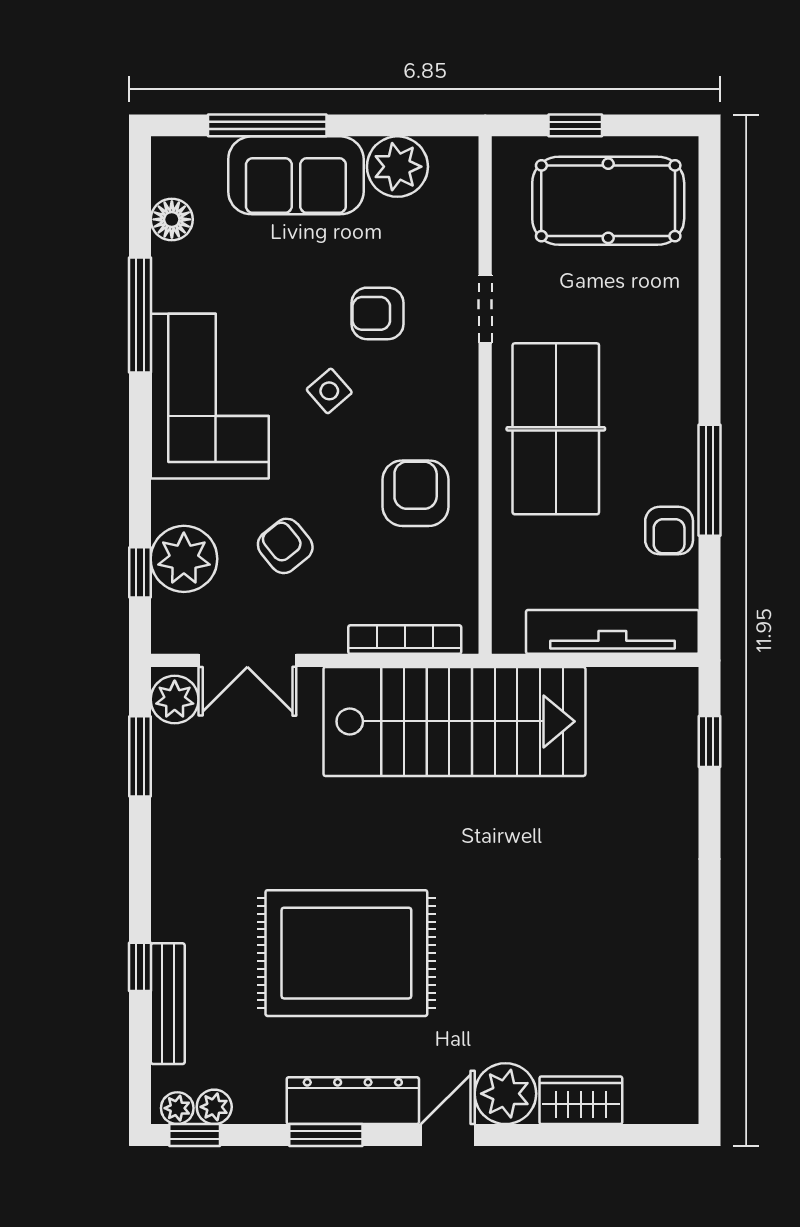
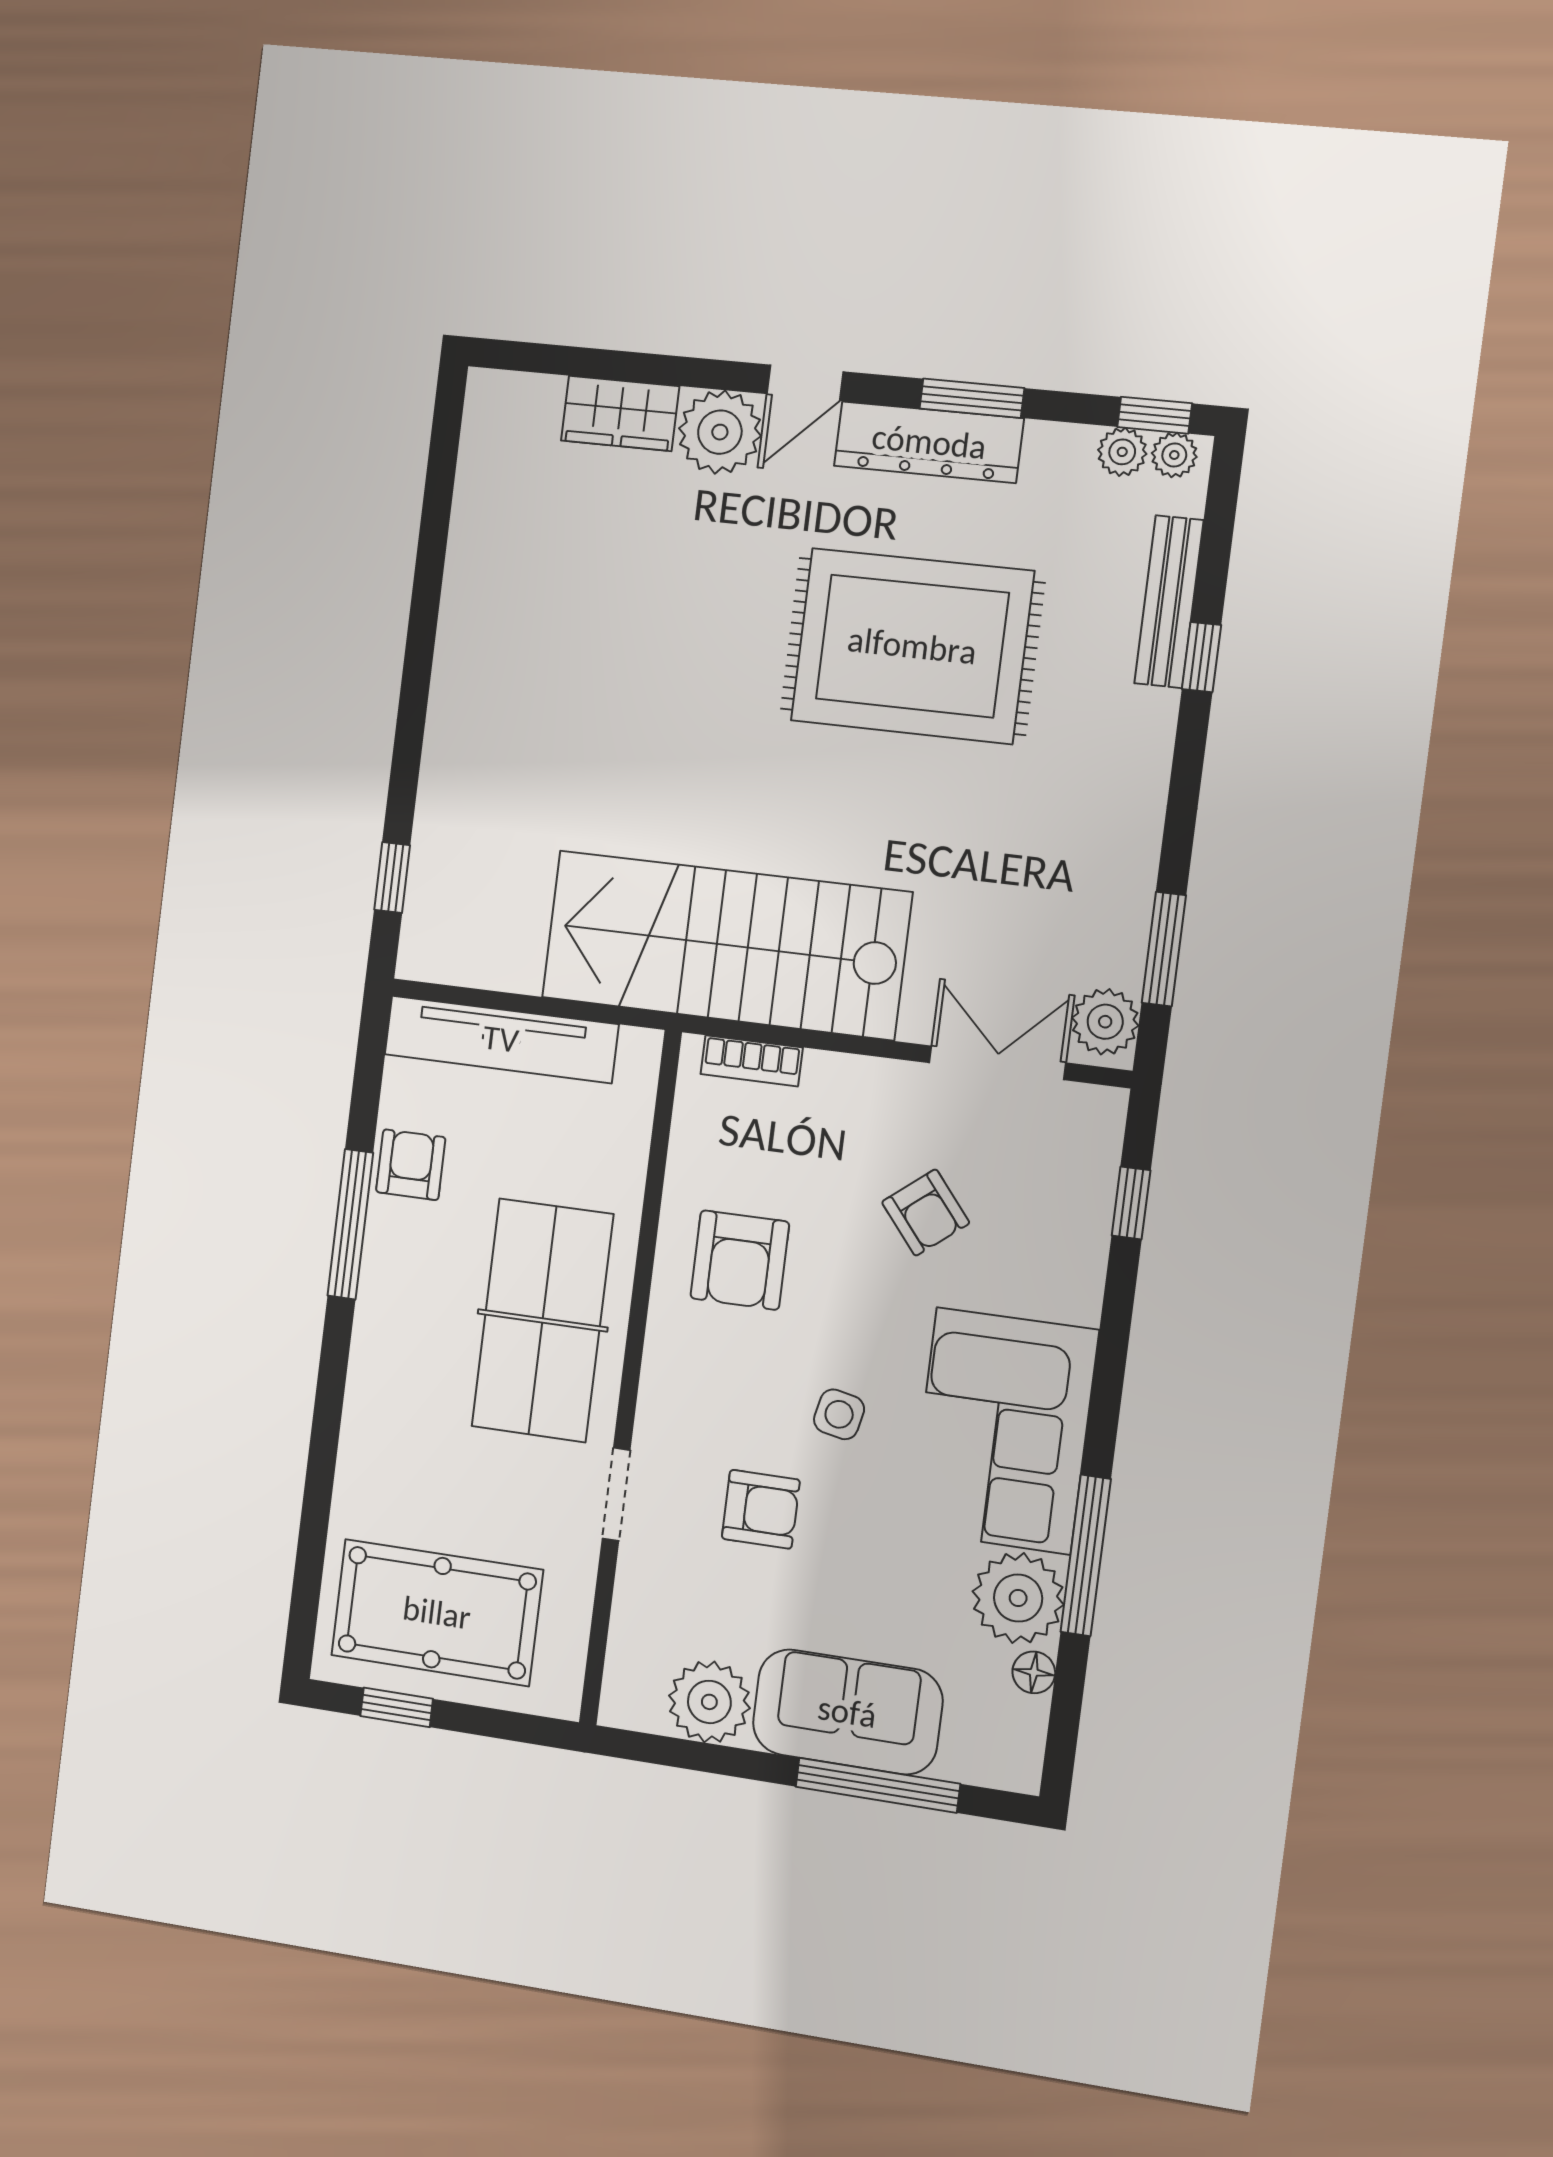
window: (575, 125) -> (397, 1707), moved
floor lamp: (172, 219) -> (1034, 1672), width x0.73, depth x0.73
side table: (329, 391) -> (839, 1414), turned -37
plant: (184, 559) -> (1018, 1598), moved
bookcase: (405, 640) -> (752, 1061), width x0.64

